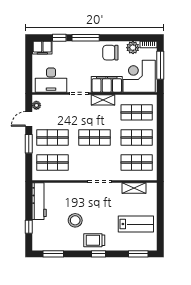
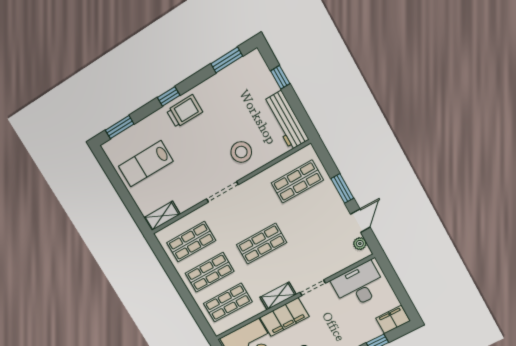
shop shelf: (52, 137) -> (316, 214), removed
shelving: (134, 188) -> (162, 216), moved
stool: (75, 220) -> (241, 152), moved

